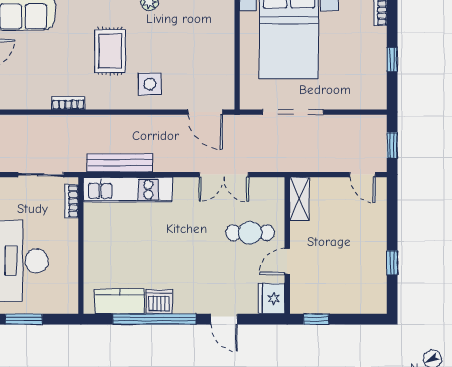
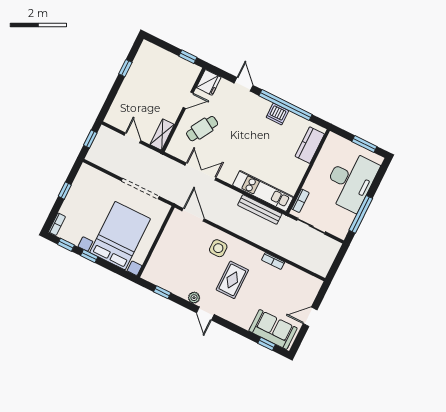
door: (363, 175) -> (133, 138), moved
cafe table: (250, 233) -> (202, 129), turned -59
kitchen counter: (120, 301) -> (310, 145), moved, turned 90

